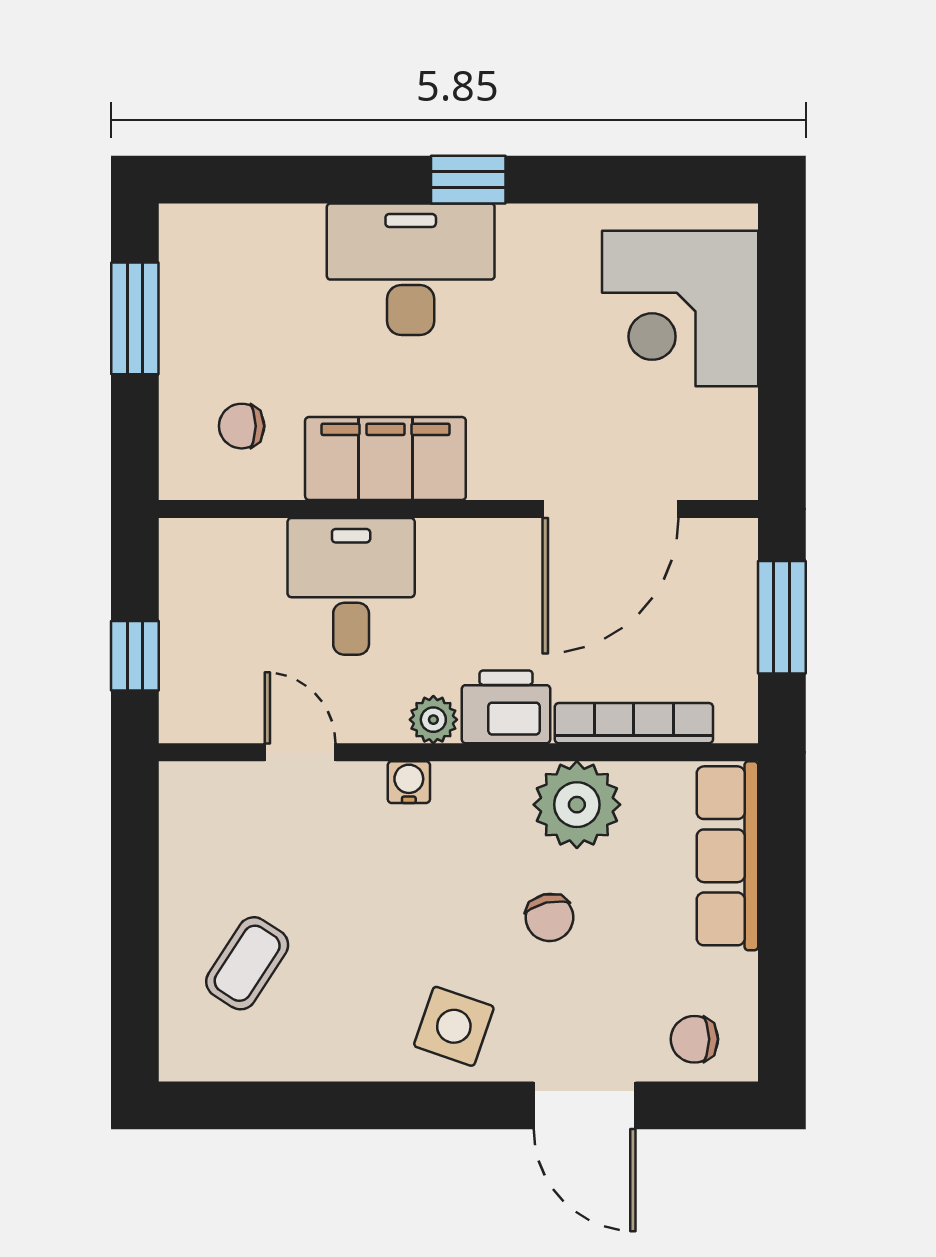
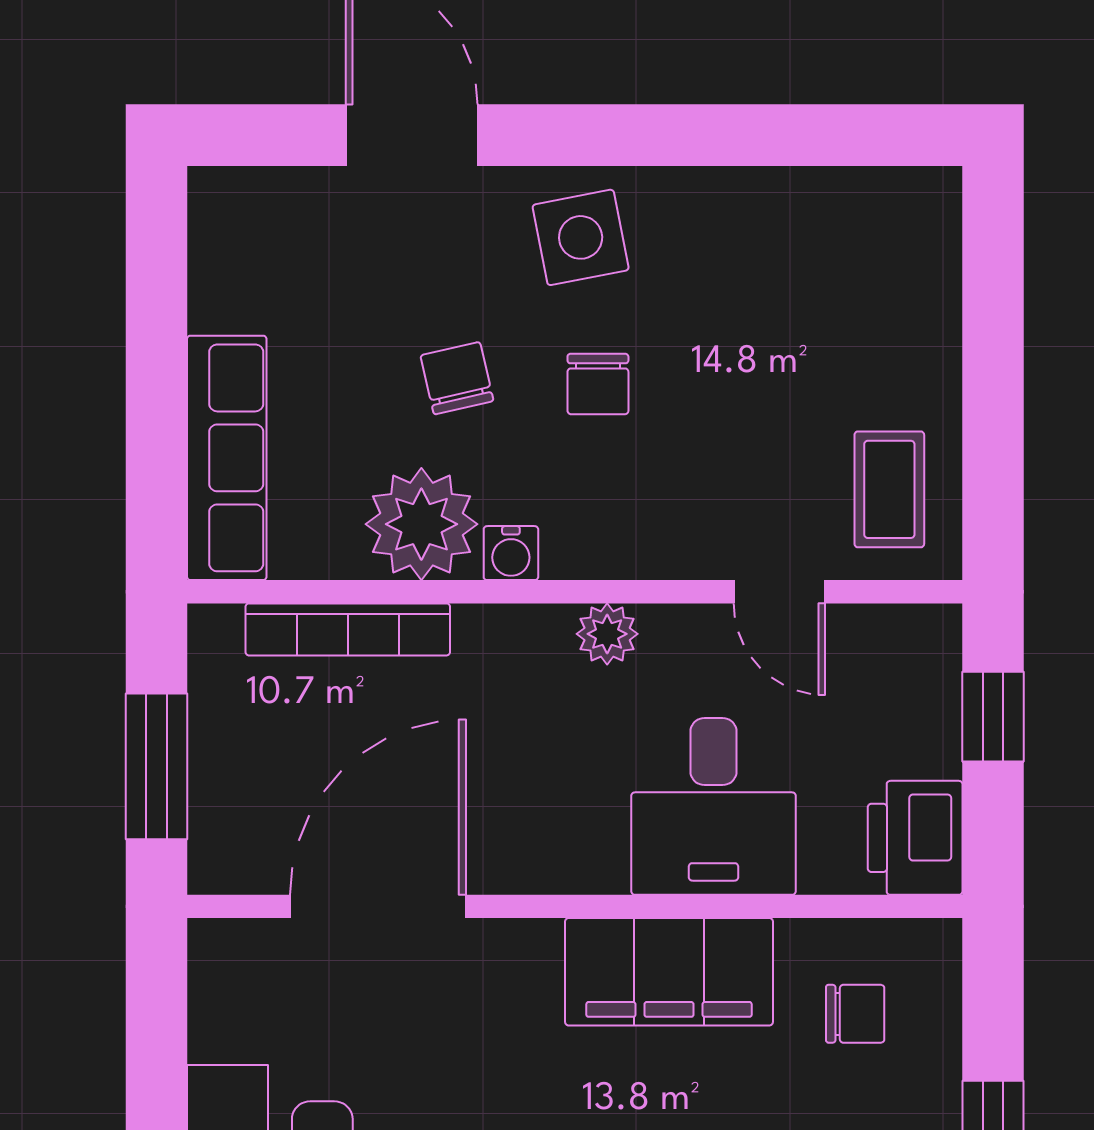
printer: (506, 707) -> (915, 838), moved, turned 90
water cooler: (409, 782) -> (511, 553), moved
coffee table: (247, 963) -> (889, 489), moved, turned -33
side table: (454, 1026) -> (581, 237), turned -30
chair: (694, 1039) -> (598, 384), moved, turned 90

